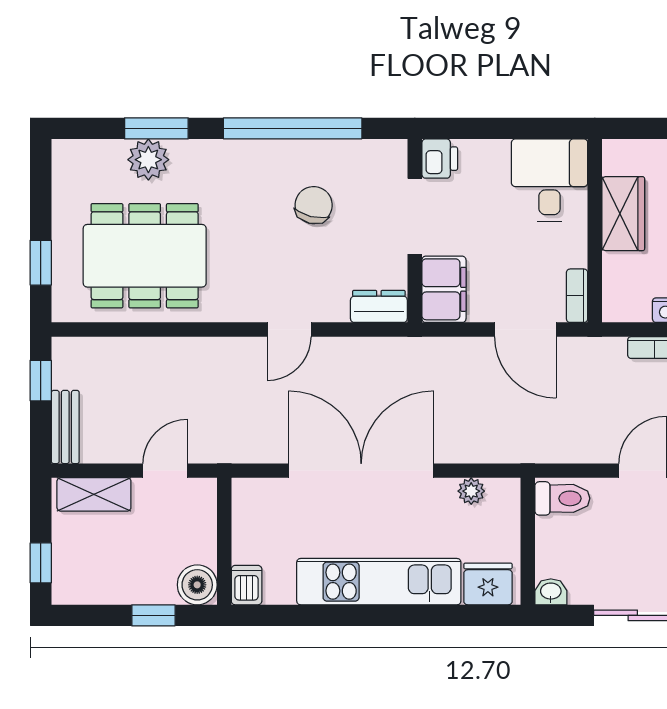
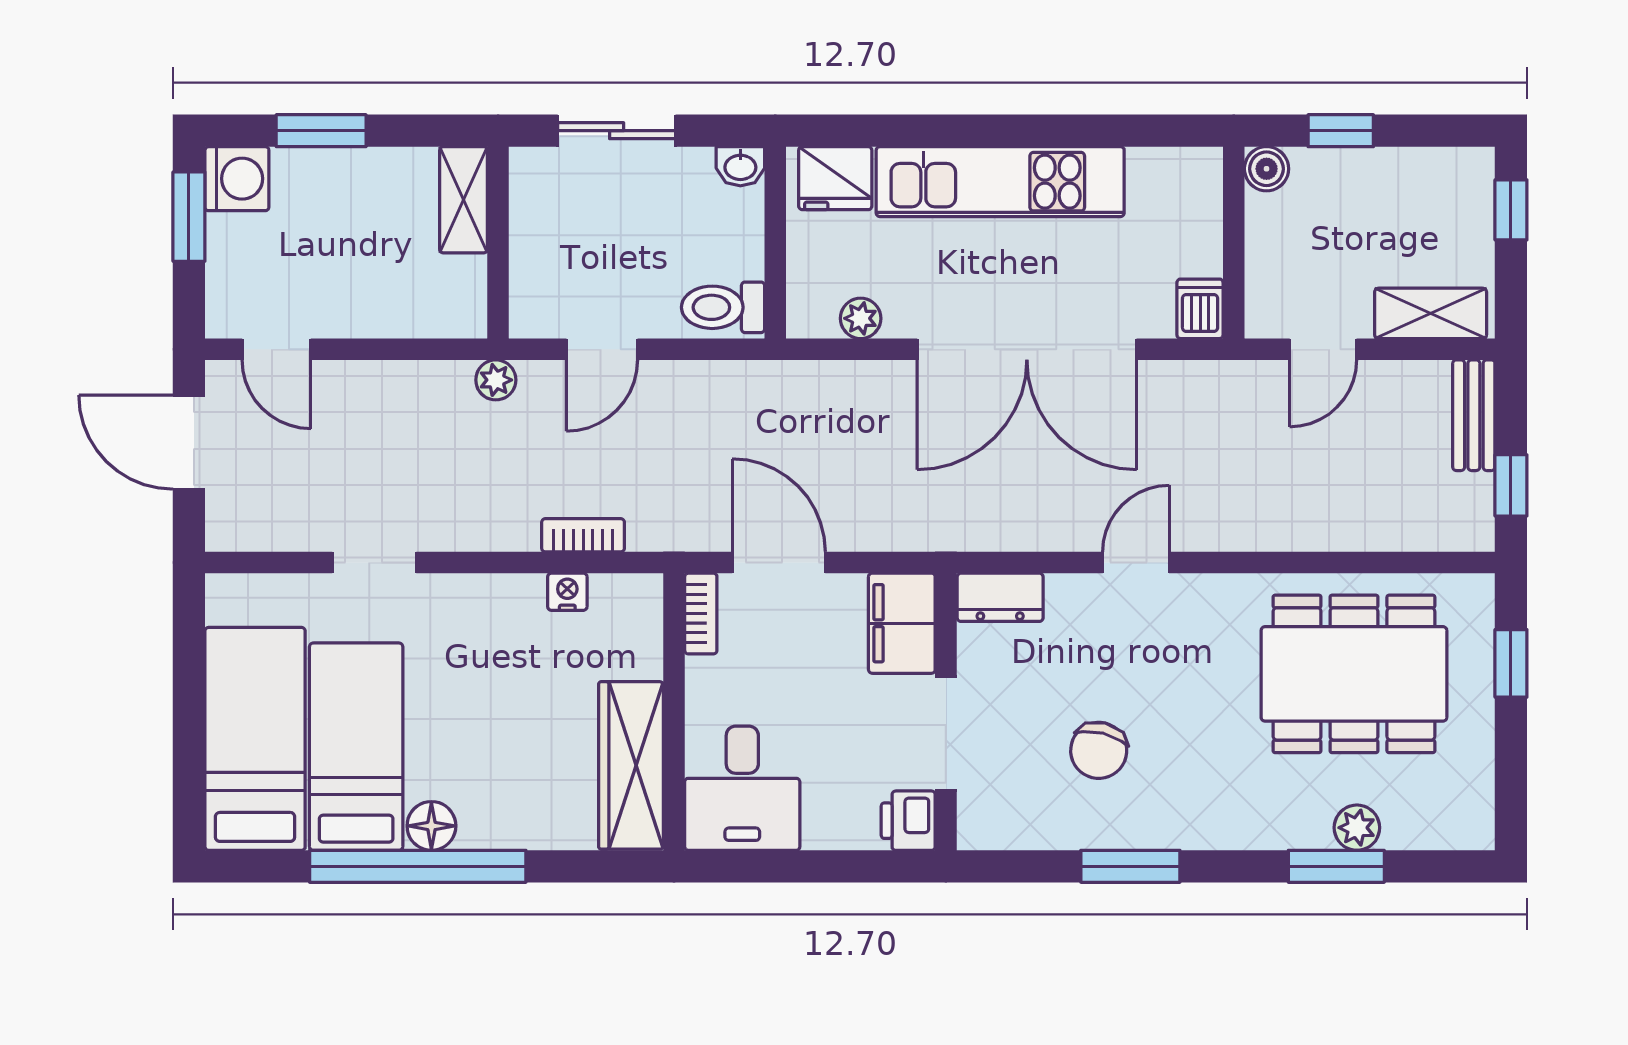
window: (293, 128) -> (1130, 866), width x0.47
plant: (148, 160) -> (1357, 828), width x0.73, depth x0.73
wardrobe: (623, 214) -> (631, 765), width x1.50
boiler: (197, 585) -> (1267, 169), width x0.73, depth x0.73
dishwasher: (247, 585) -> (1200, 309), moved, turned 180

